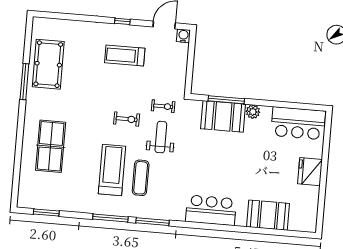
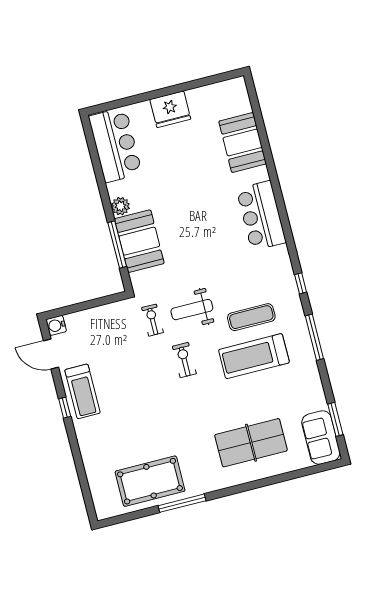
treadmill: (125, 55) -> (83, 391), moved
sofa: (37, 198) -> (321, 438), added
window: (153, 222) -> (301, 283), width x0.46

